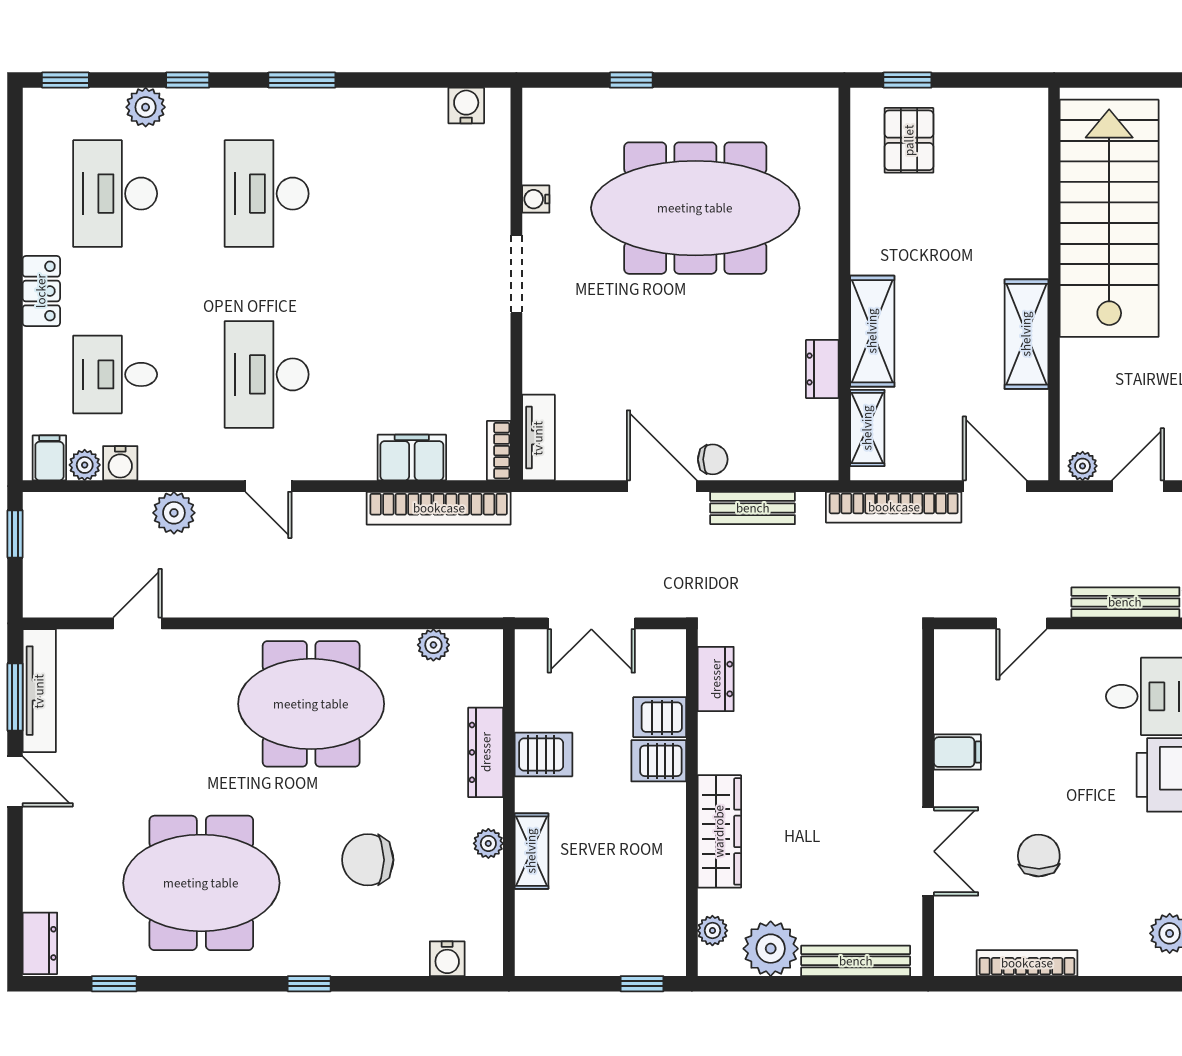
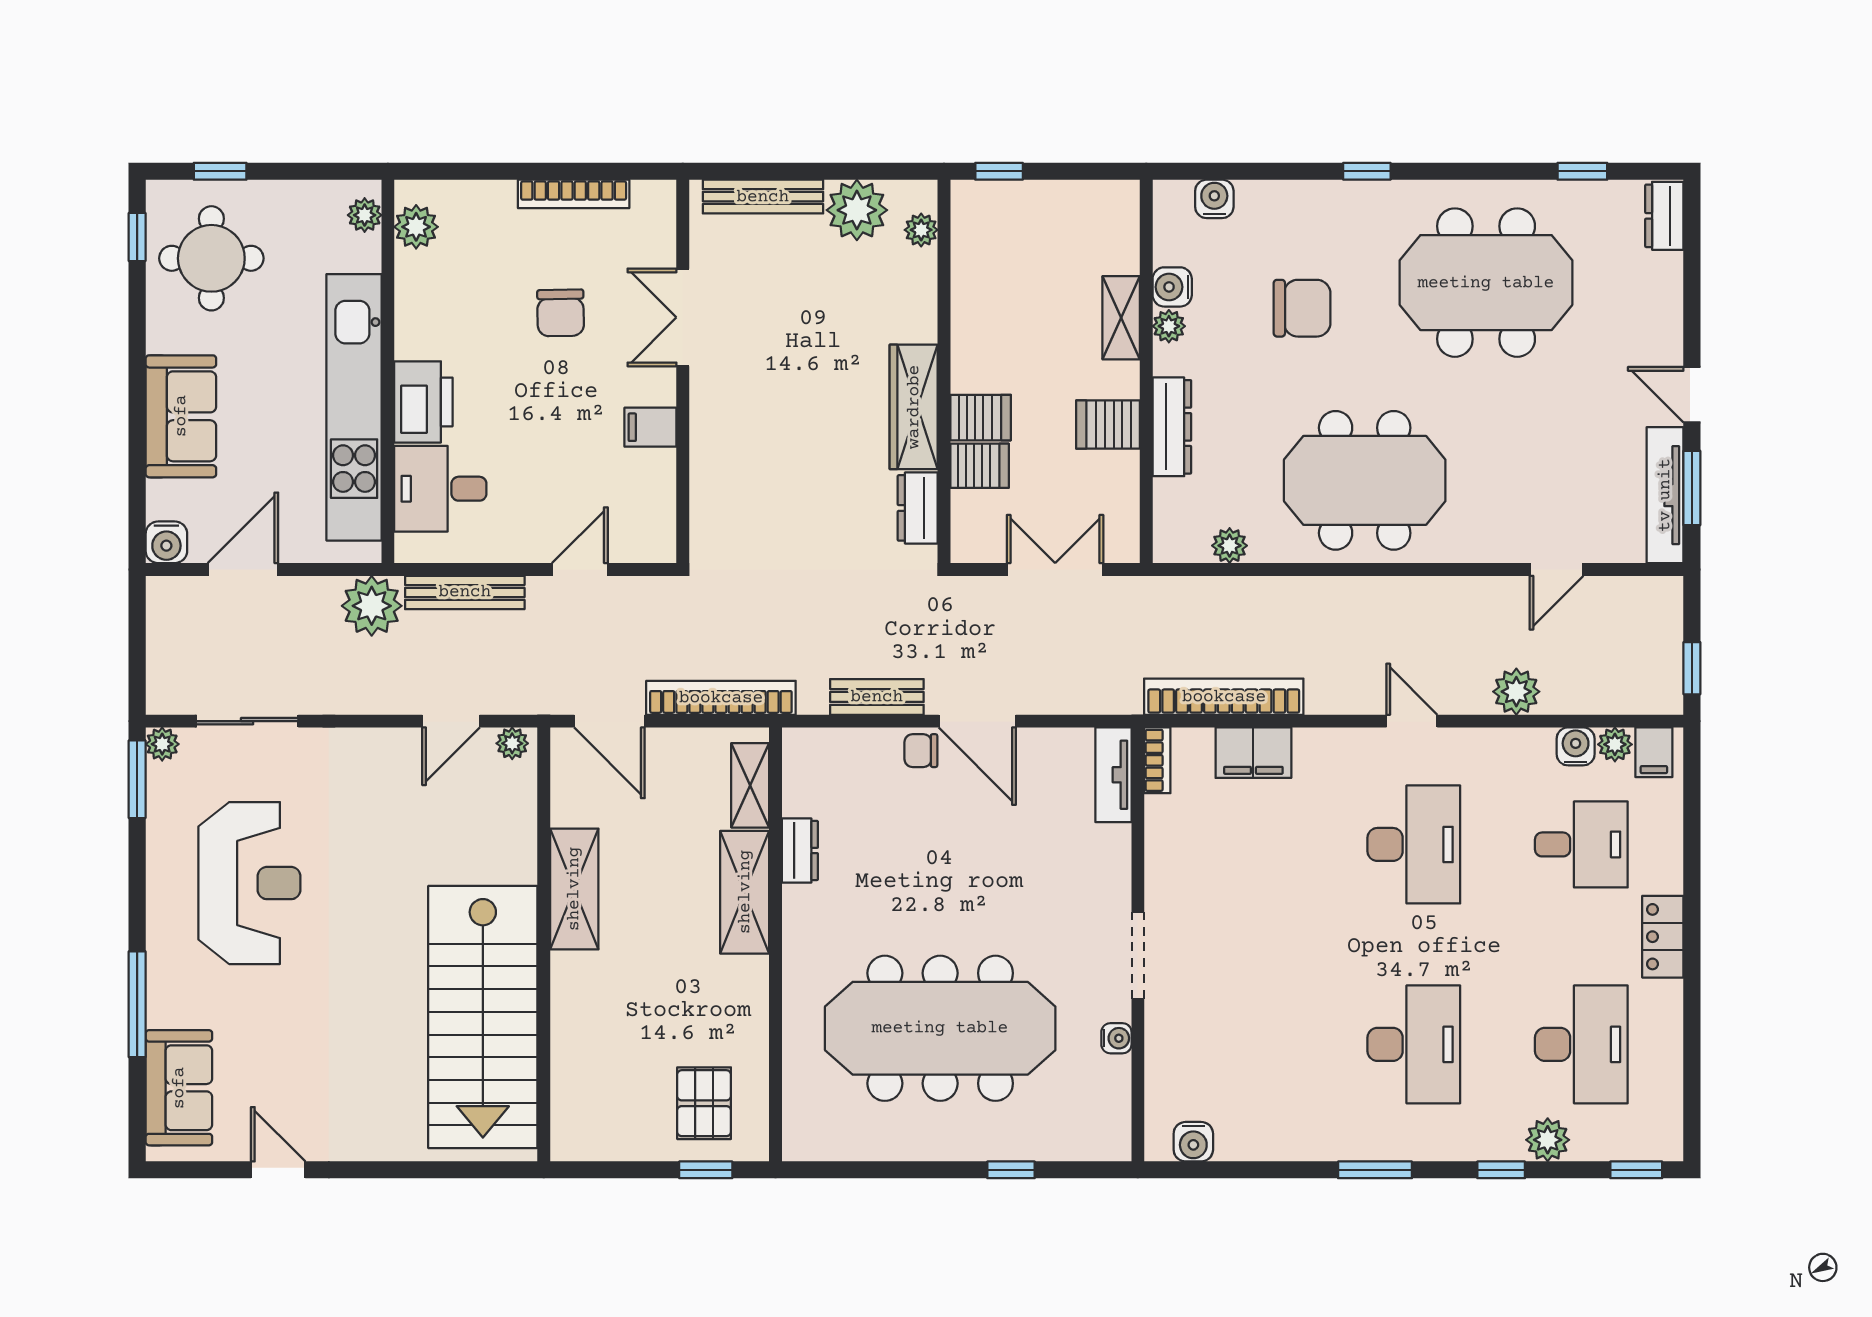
wardrobe: (719, 831) -> (914, 407), moved
water cooler: (485, 879) -> (1172, 287), added

